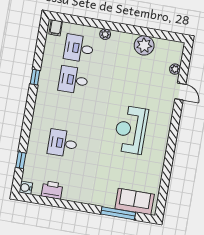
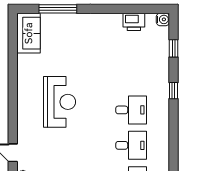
window: (35, 77) -> (173, 91), moved
desk: (63, 143) -> (131, 110), moved
sofa: (135, 201) -> (29, 33), moved, turned -90

